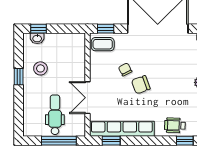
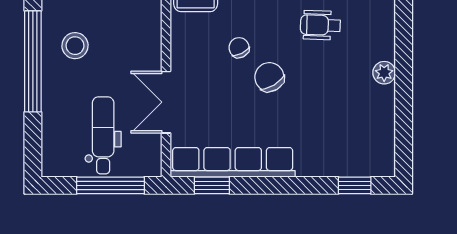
window: (19, 77) -> (33, 61), width x3.17
chair: (141, 85) -> (269, 77), turned 79
wheelchair: (175, 125) -> (320, 25), moved

